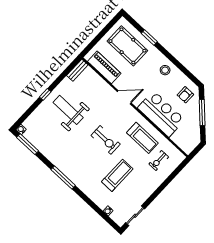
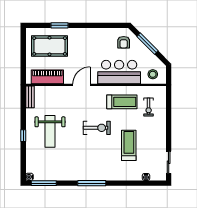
stool: (165, 70) -> (153, 74), moved
weight bench: (68, 110) -> (50, 131), turned -90

